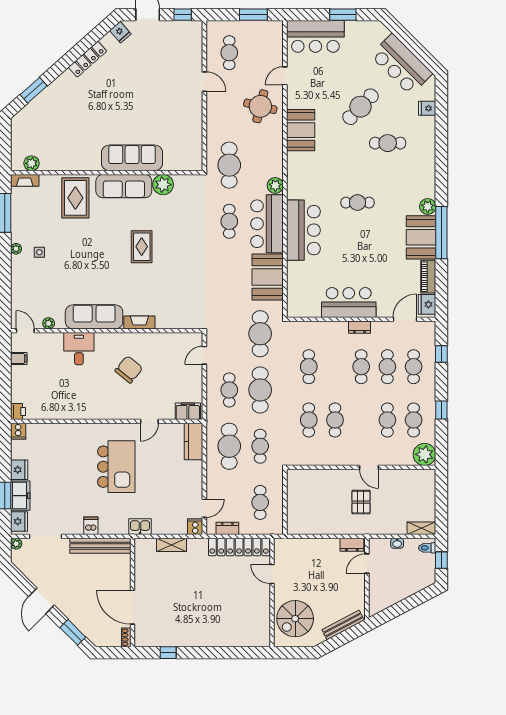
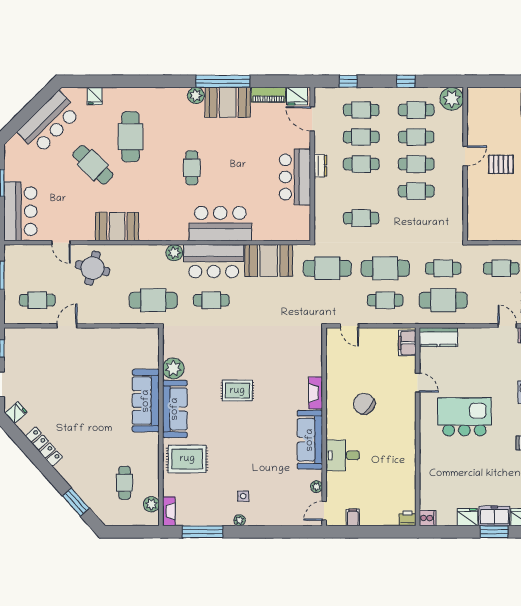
cafe table: (52, 137) -> (125, 483), added
cafe table: (388, 143) -> (130, 137), width x1.37, depth x1.35
cafe table: (309, 420) -> (416, 164), moved

